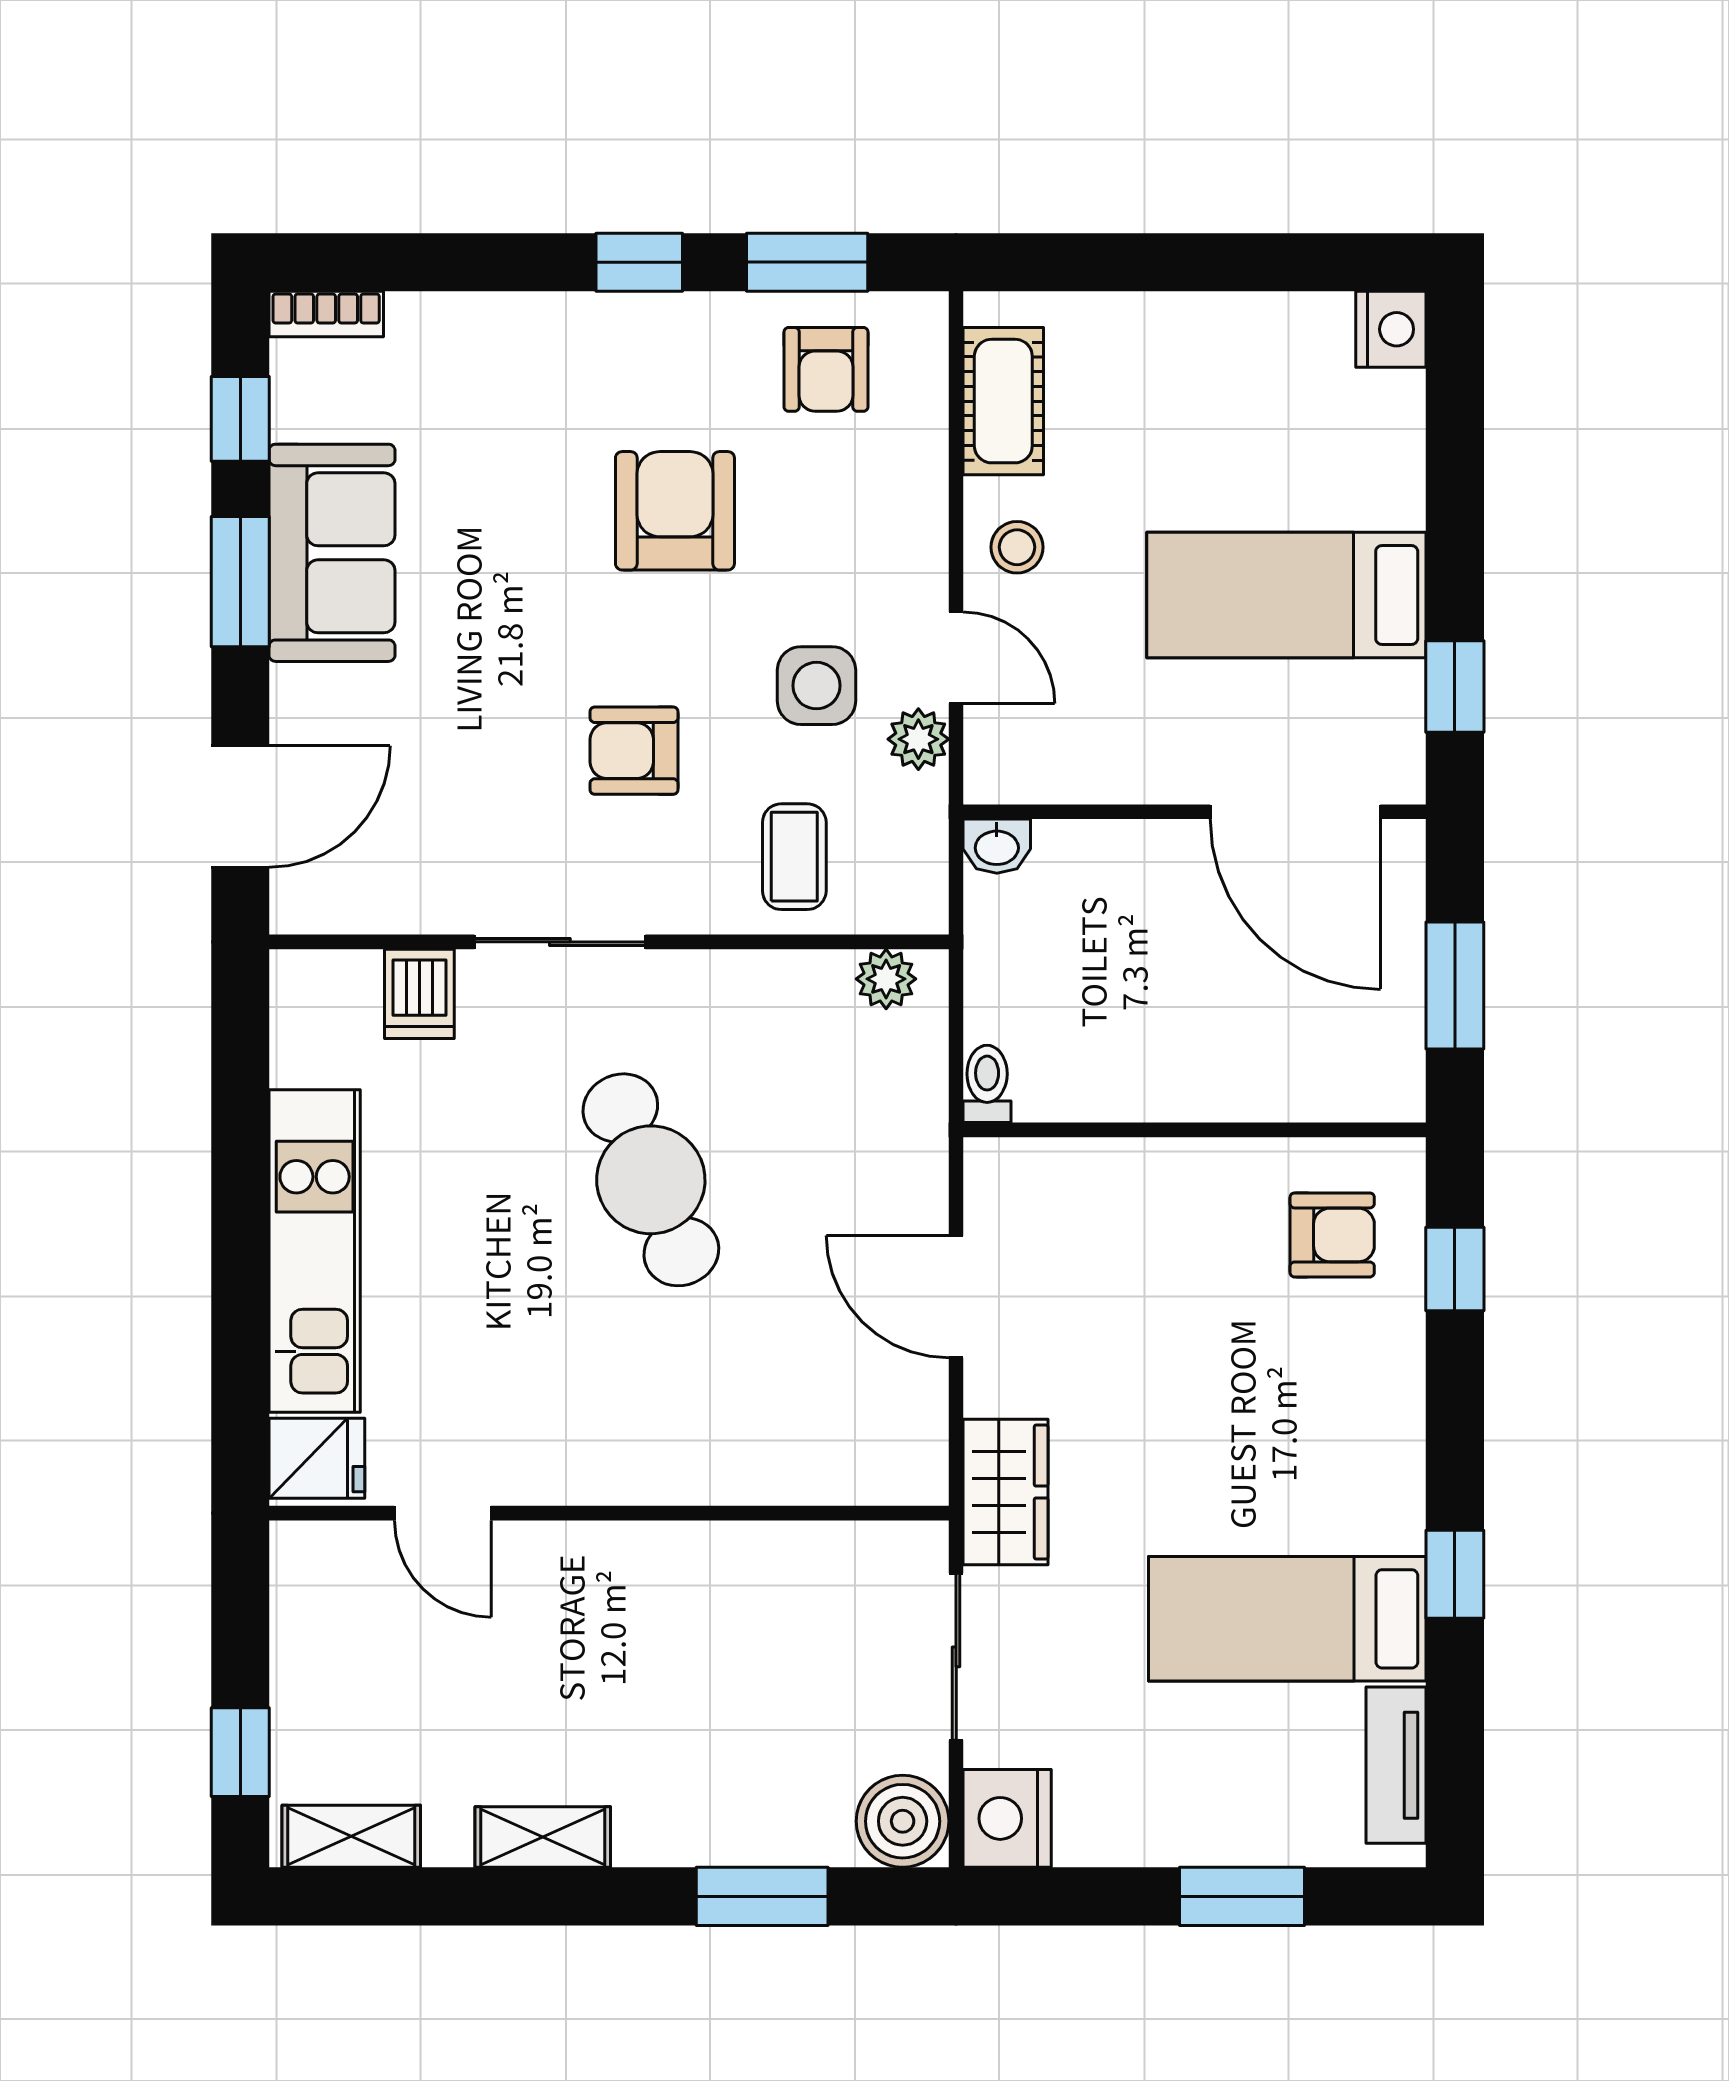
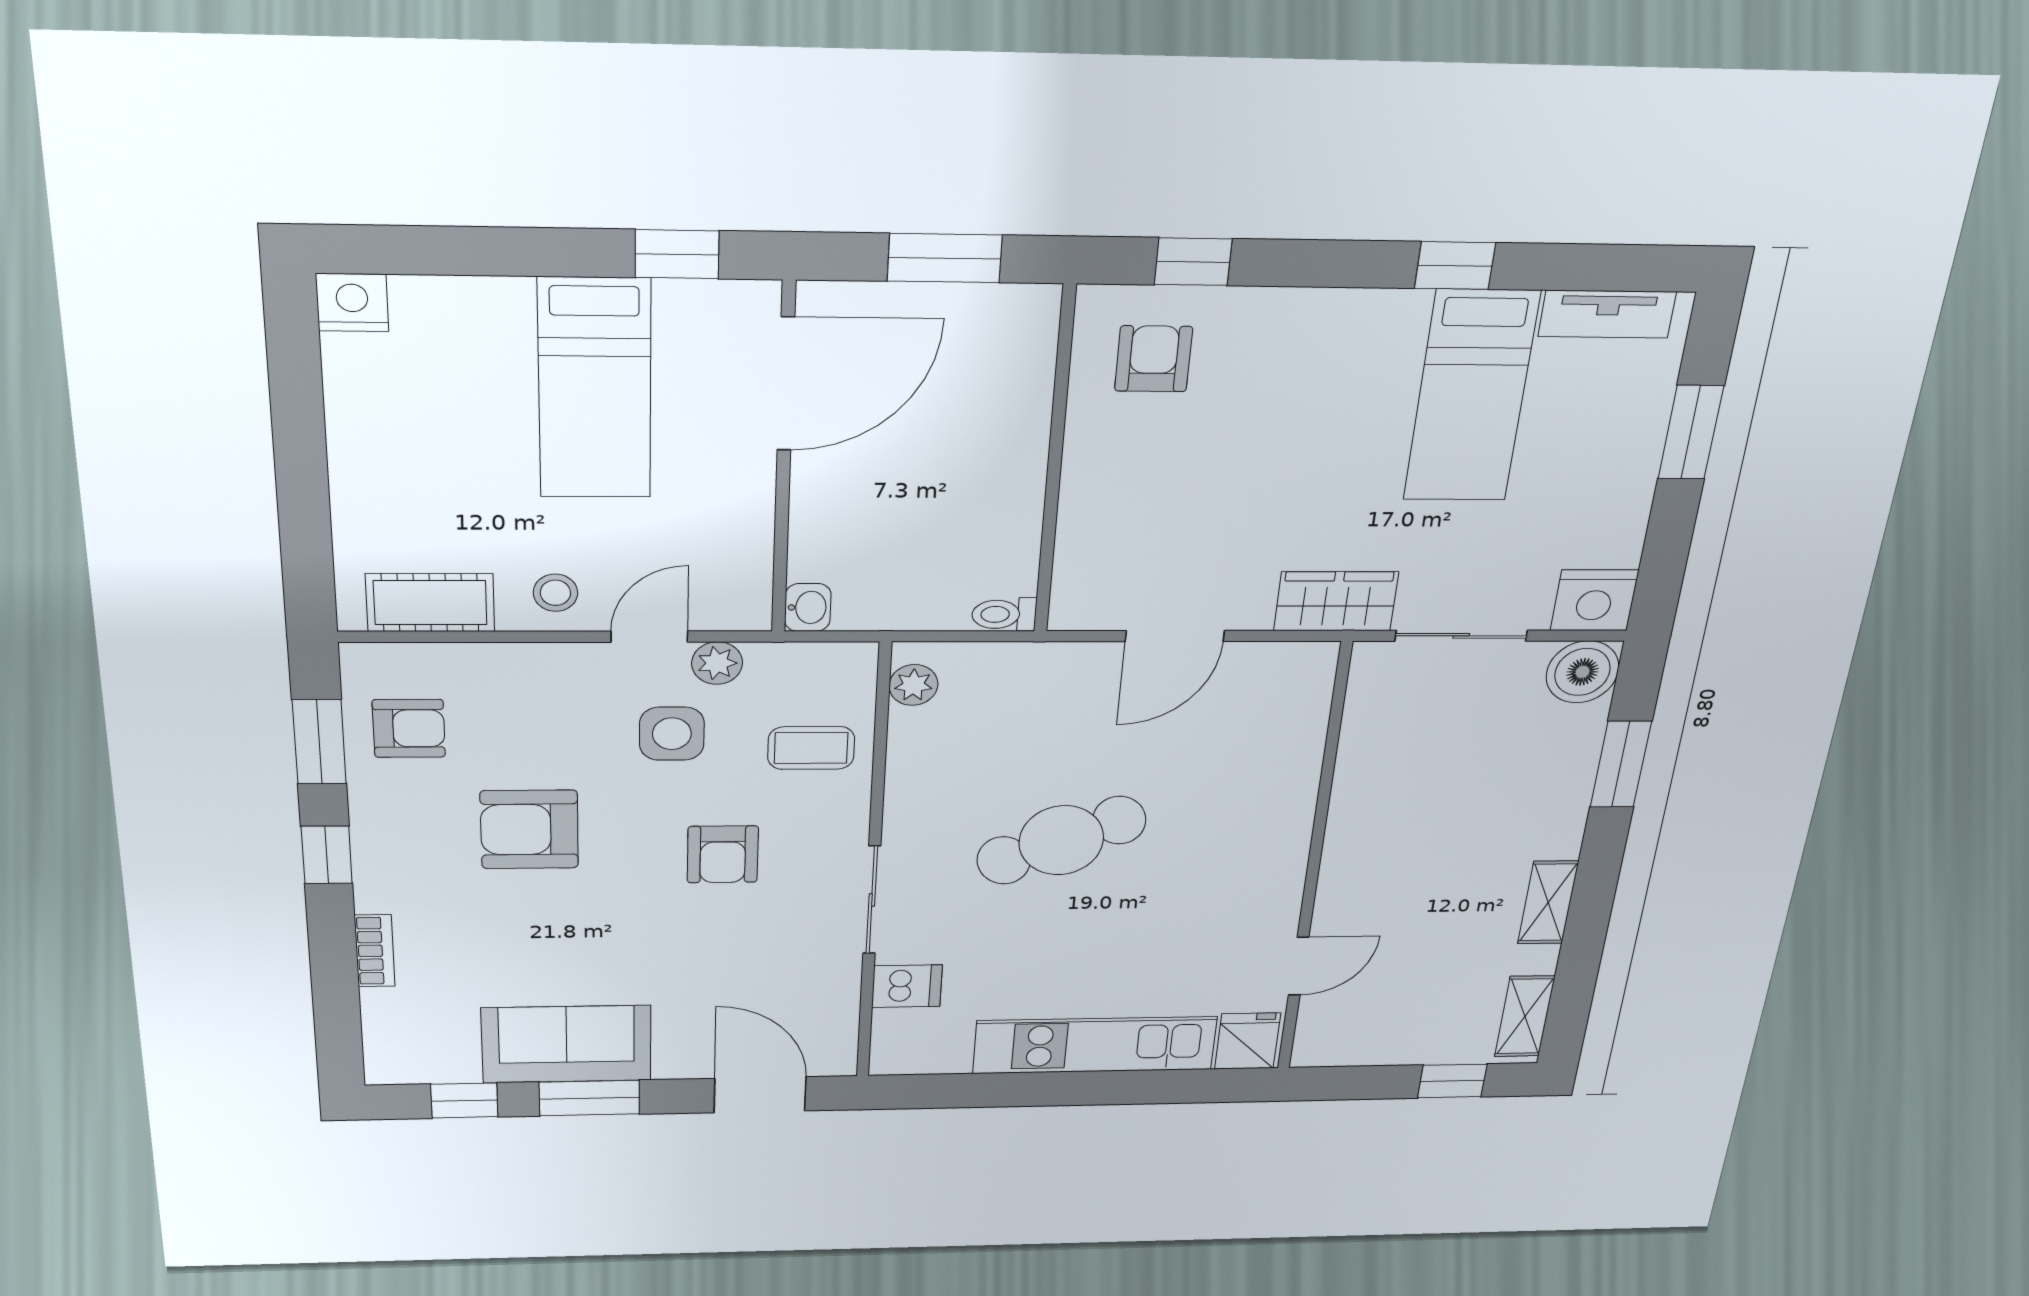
bookcase: (326, 314) -> (375, 951), moved

